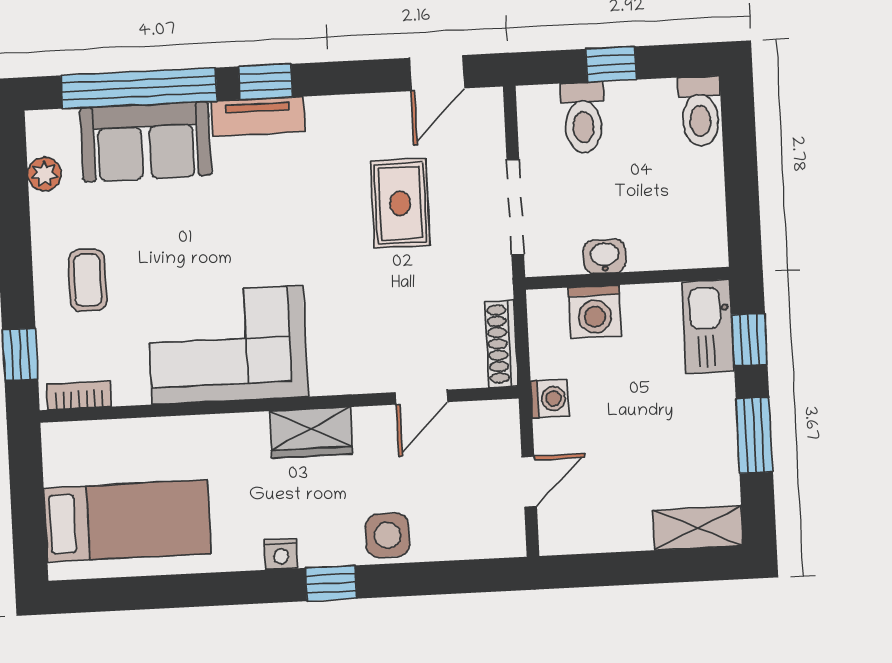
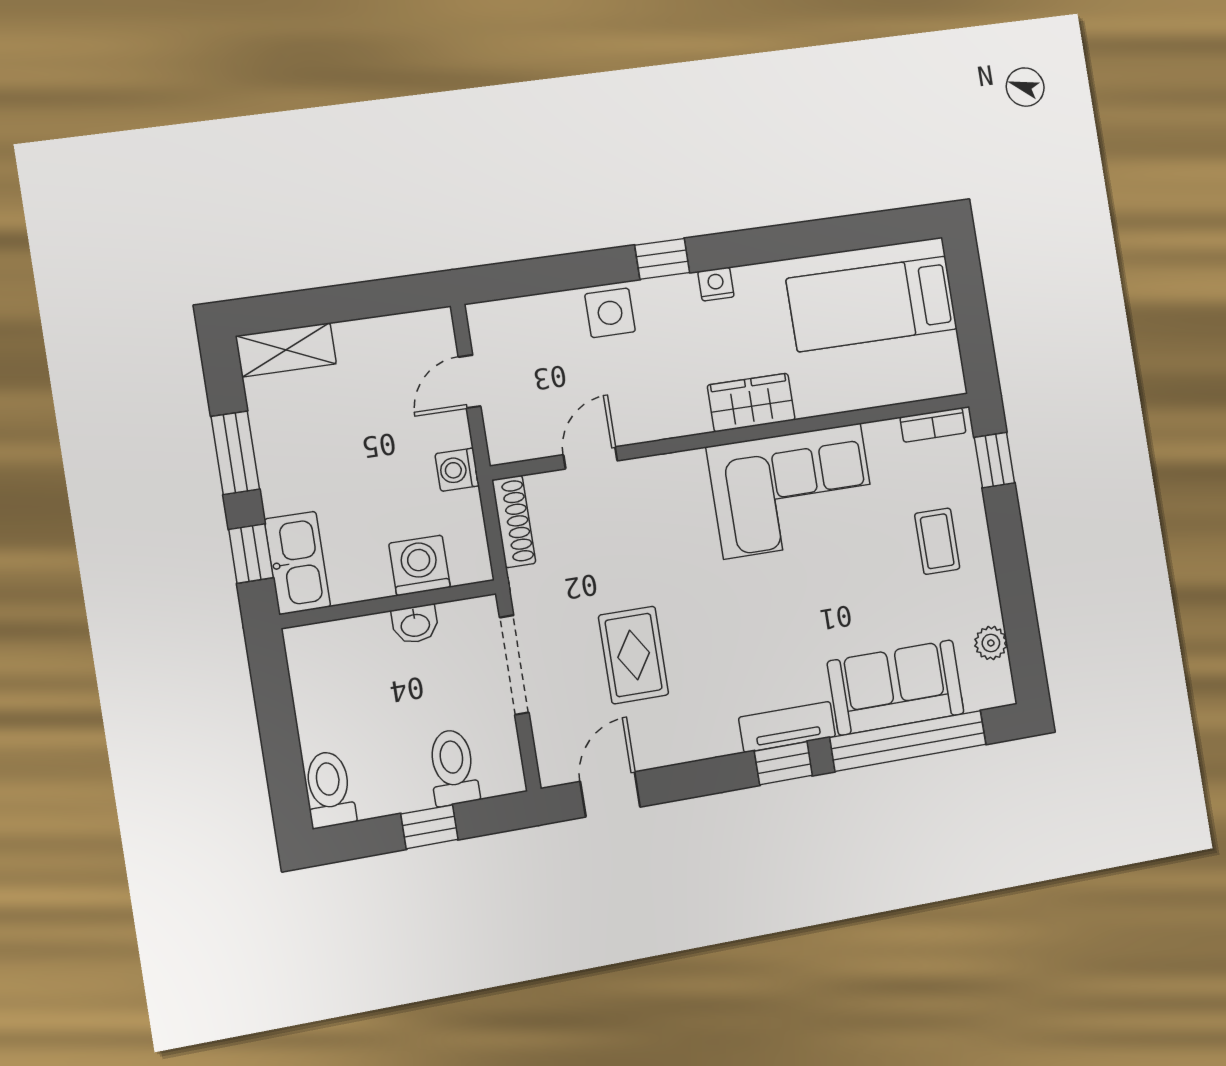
wardrobe: (311, 433) -> (751, 403), moved

